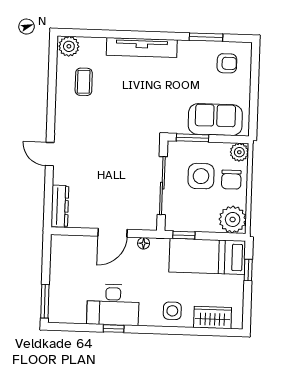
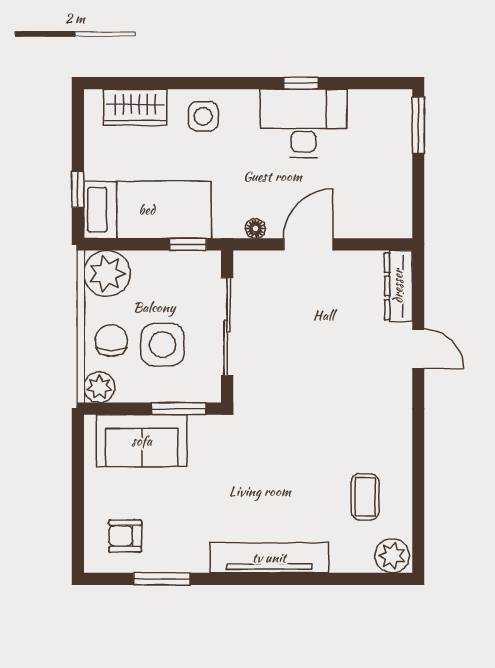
door: (50, 154) -> (418, 349), moved

